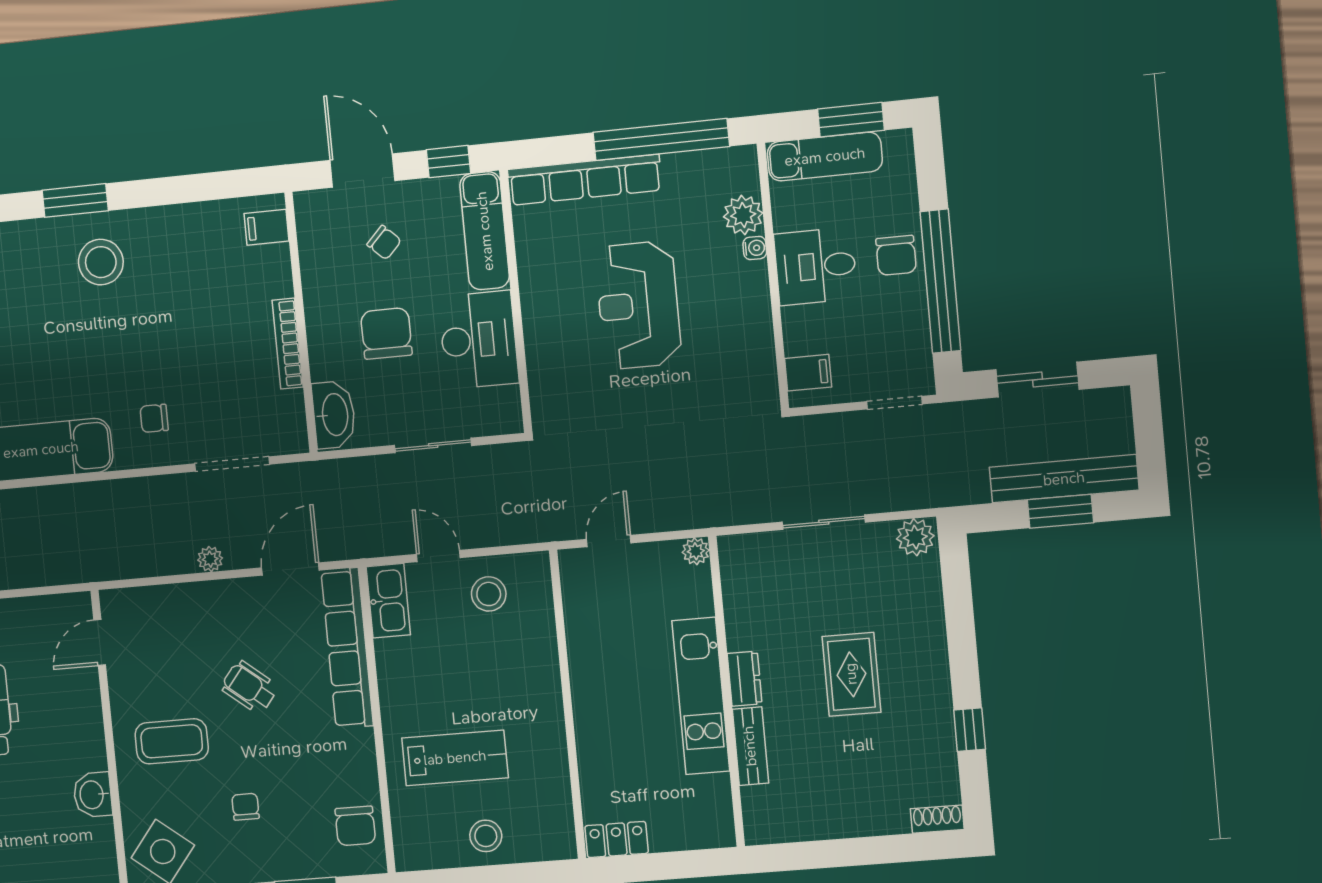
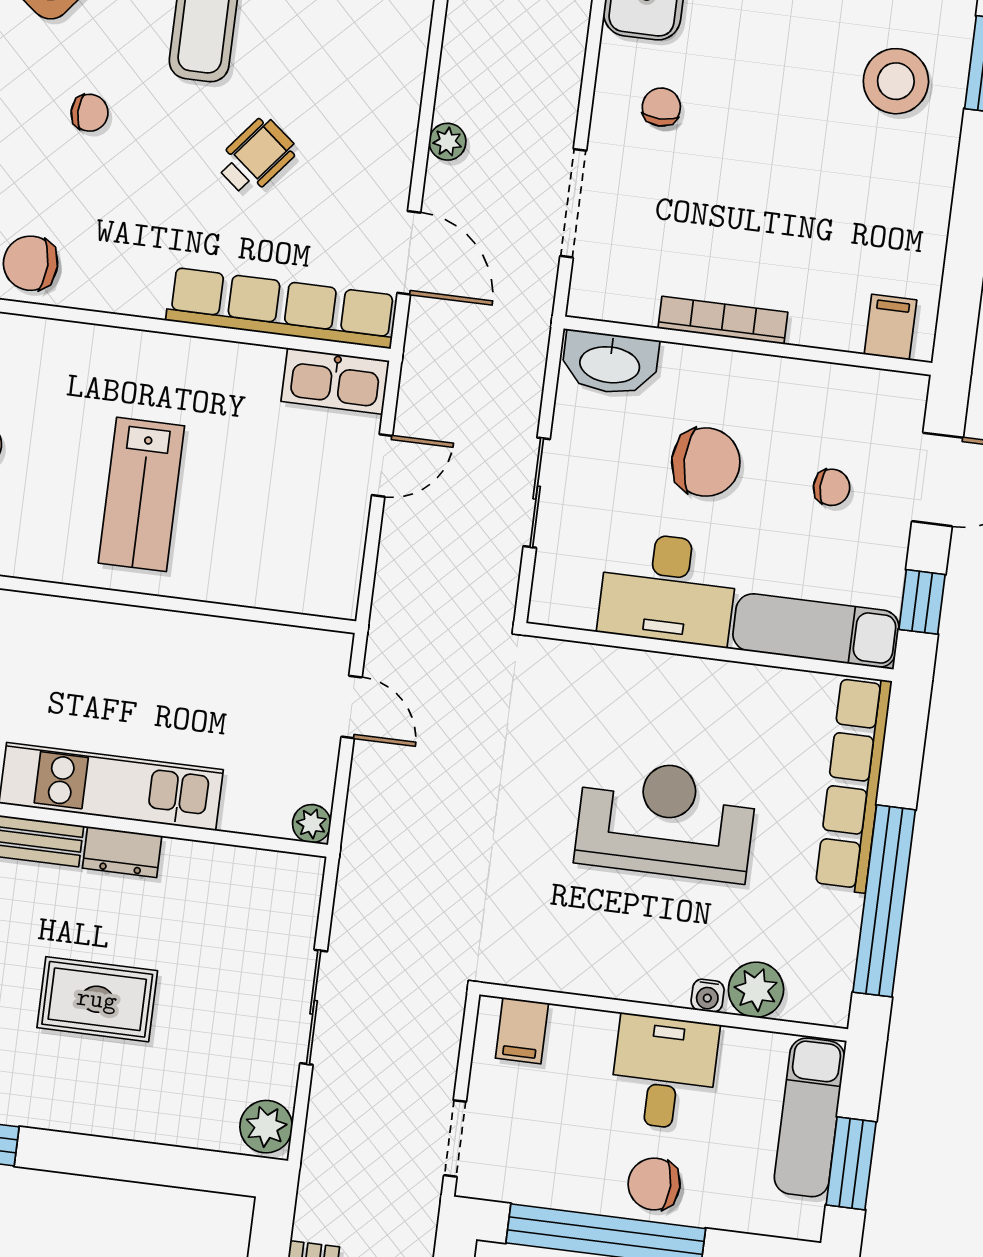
chair: (384, 243) -> (832, 487), turned -134
stool: (489, 594) -> (314, 524), removed
lab bench: (455, 758) -> (141, 494), moved

